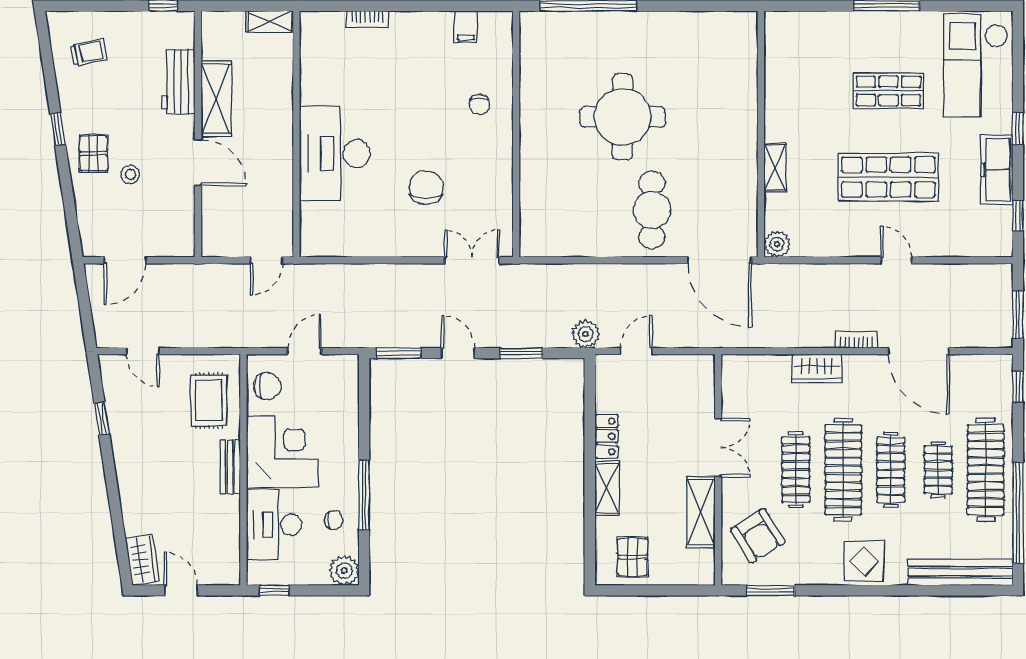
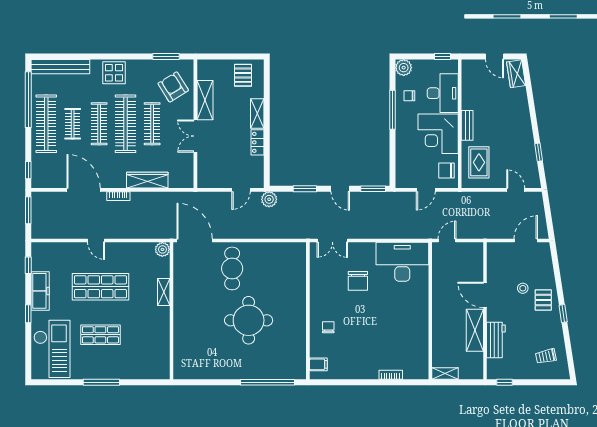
filing cabinet: (466, 27) -> (318, 364), moved, turned 90
desk: (335, 154) -> (402, 262), moved, turned -90
wardrobe: (817, 368) -> (147, 180), width x1.50

